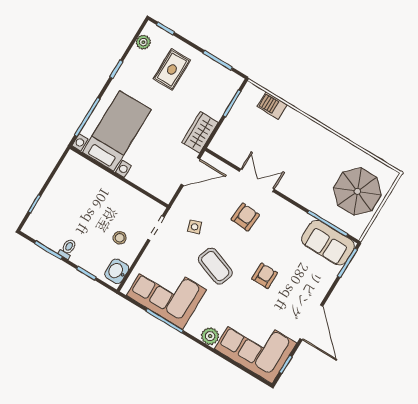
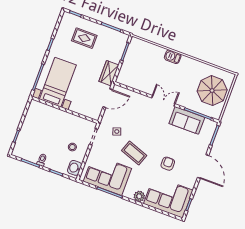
plant: (143, 42) -> (64, 25), removed
rug: (172, 69) -> (84, 38), turned 90
barbecue: (272, 106) -> (173, 57), moved
double door: (257, 180) -> (163, 101), moved
armchair: (245, 217) -> (147, 119), removed
sofa: (328, 243) -> (187, 120), moved
armchair: (265, 276) -> (168, 164), moved
door: (311, 322) -> (203, 166), moved

